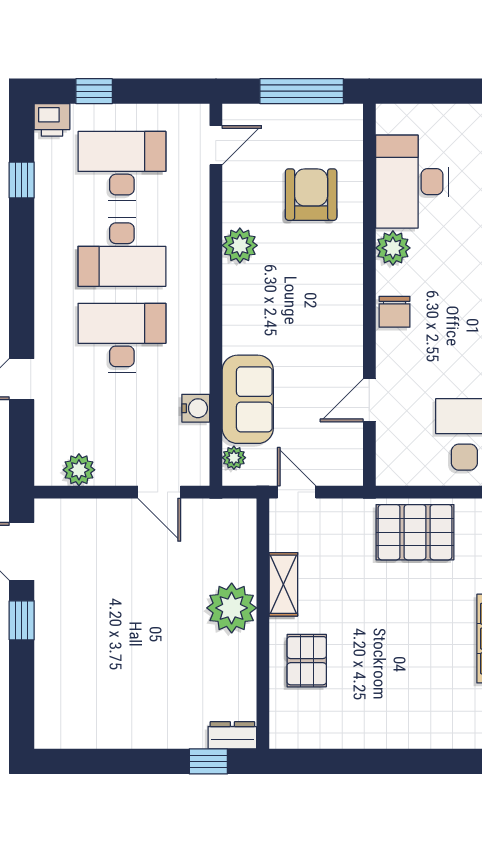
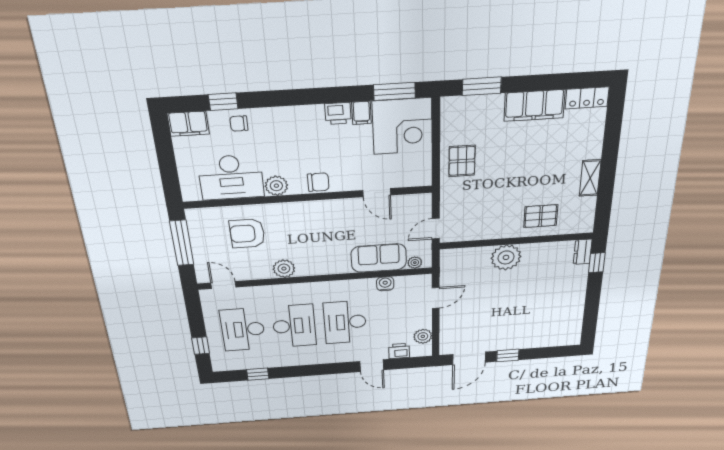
printer: (52, 120) -> (399, 351), moved, turned -90
pallet: (415, 532) -> (462, 161), width x0.67, depth x0.71
shelving: (283, 584) -> (590, 178), moved, turned 90

